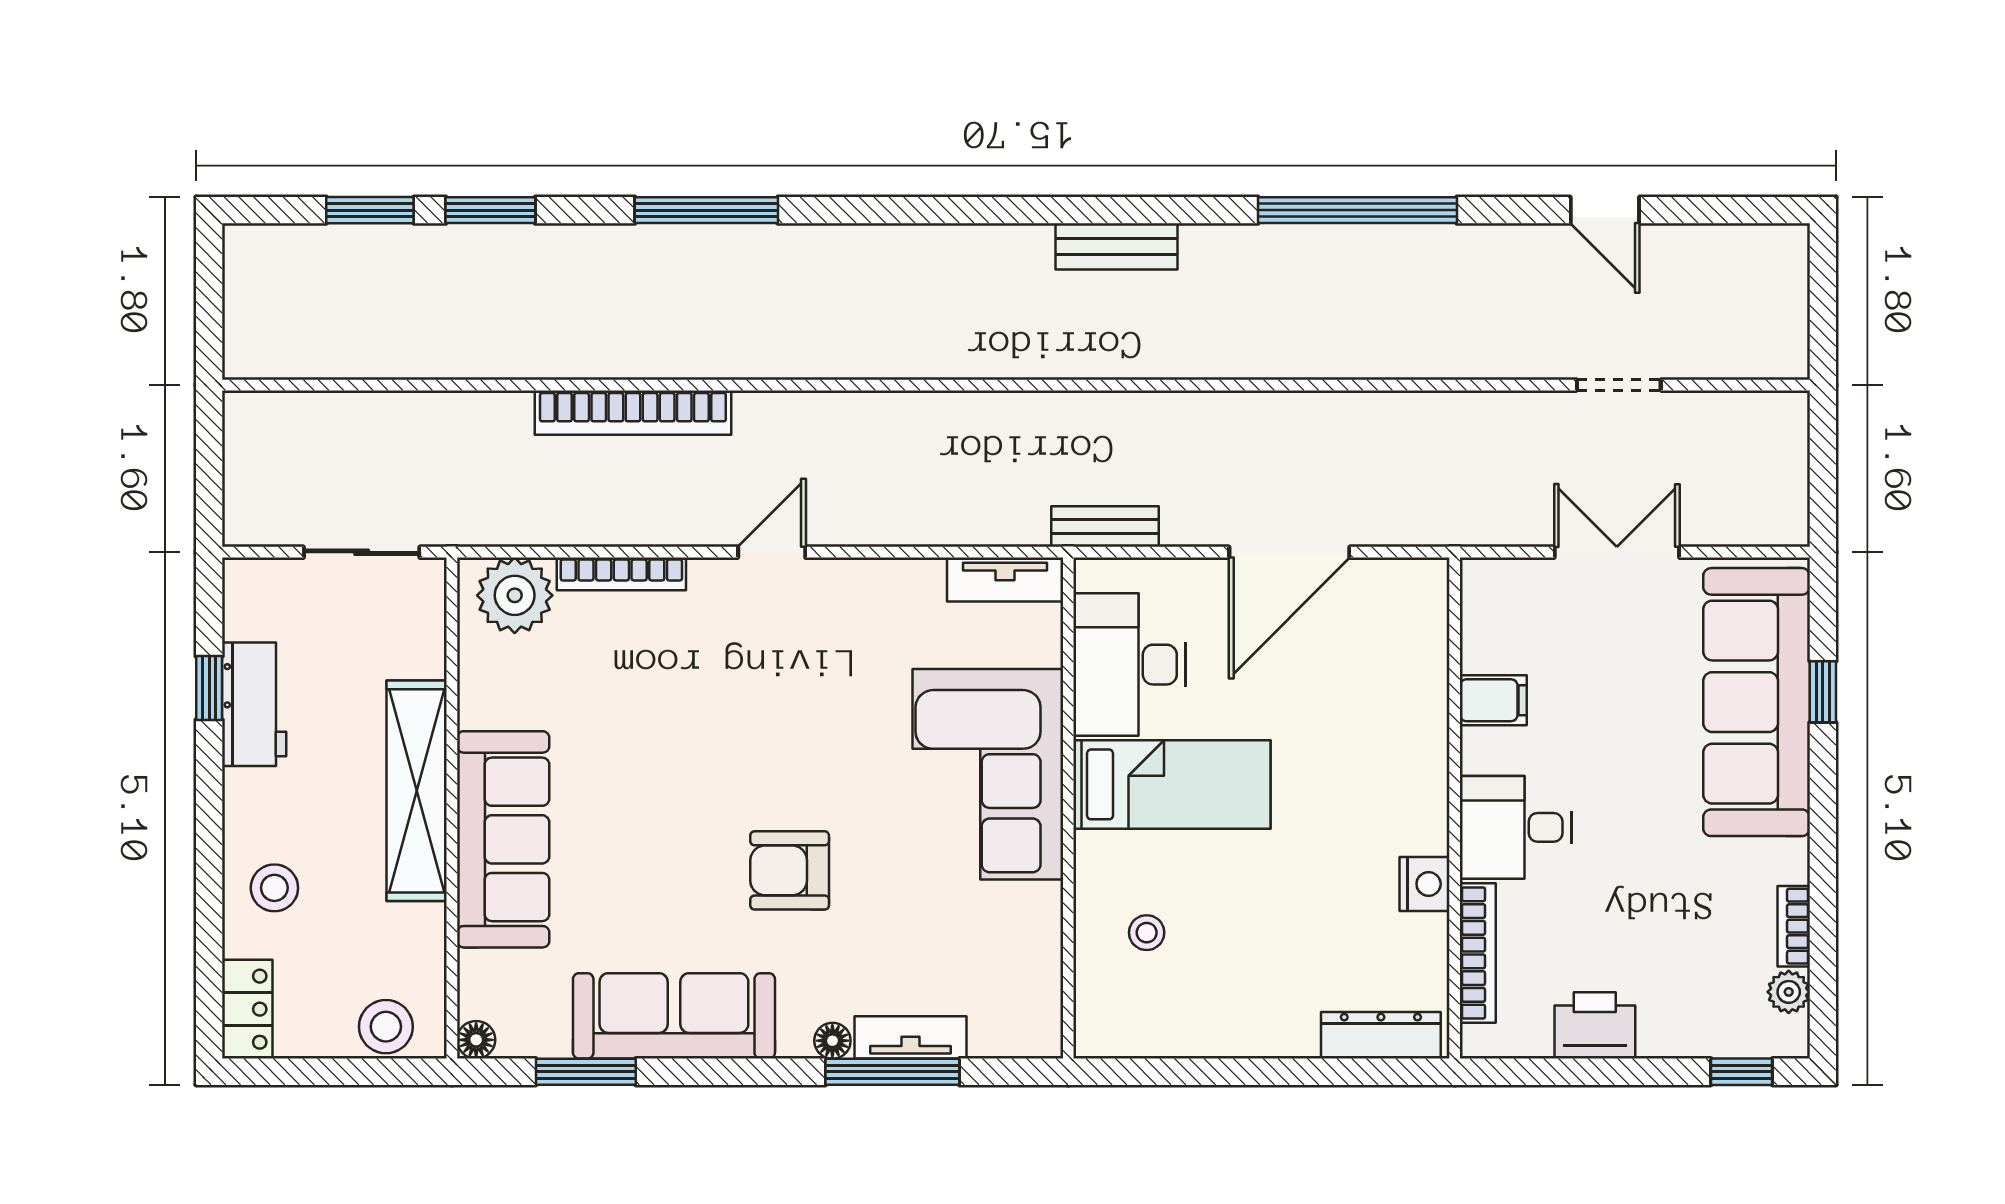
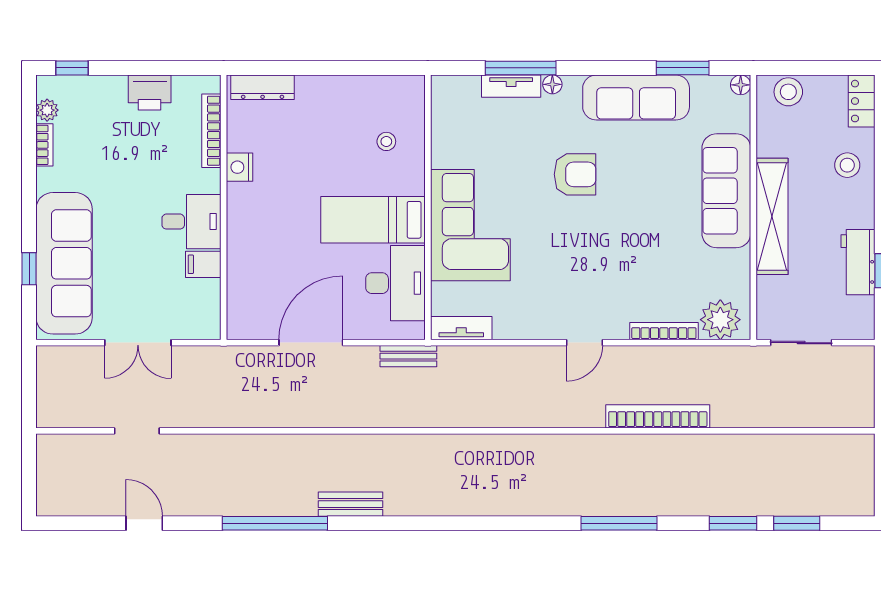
bench: (1117, 246) -> (351, 504), moved
desk: (1516, 827) -> (191, 222), moved

